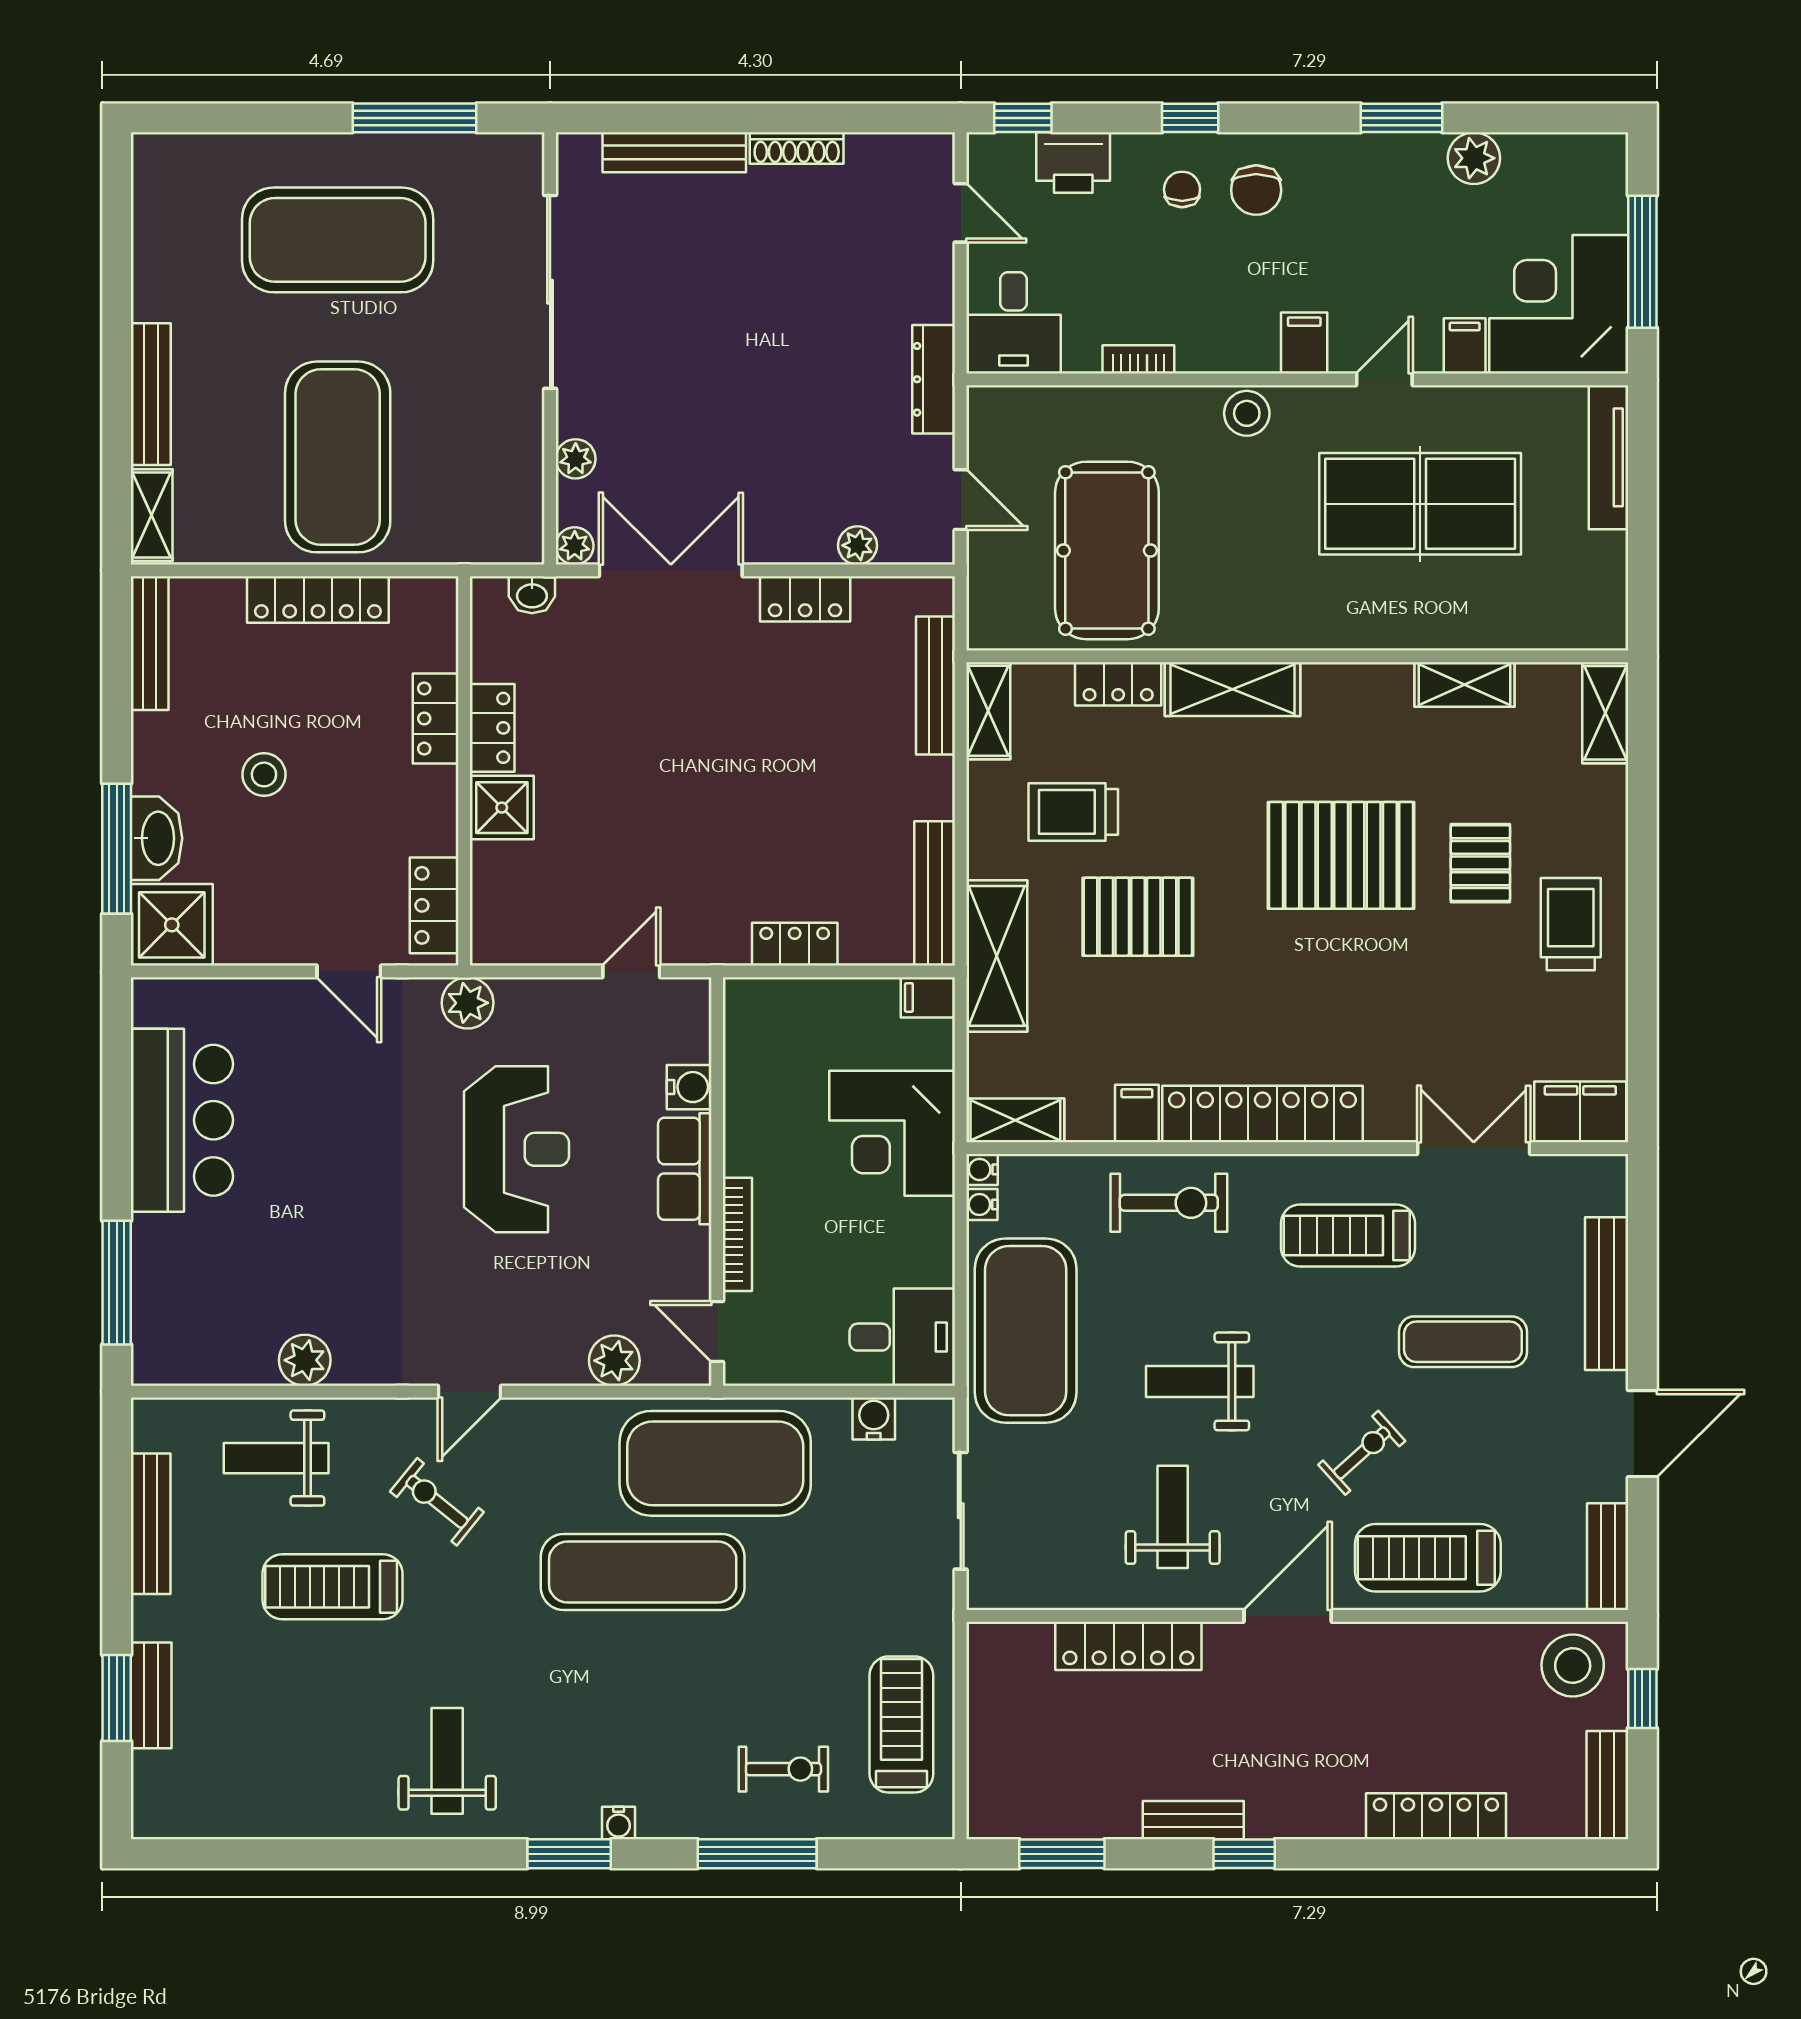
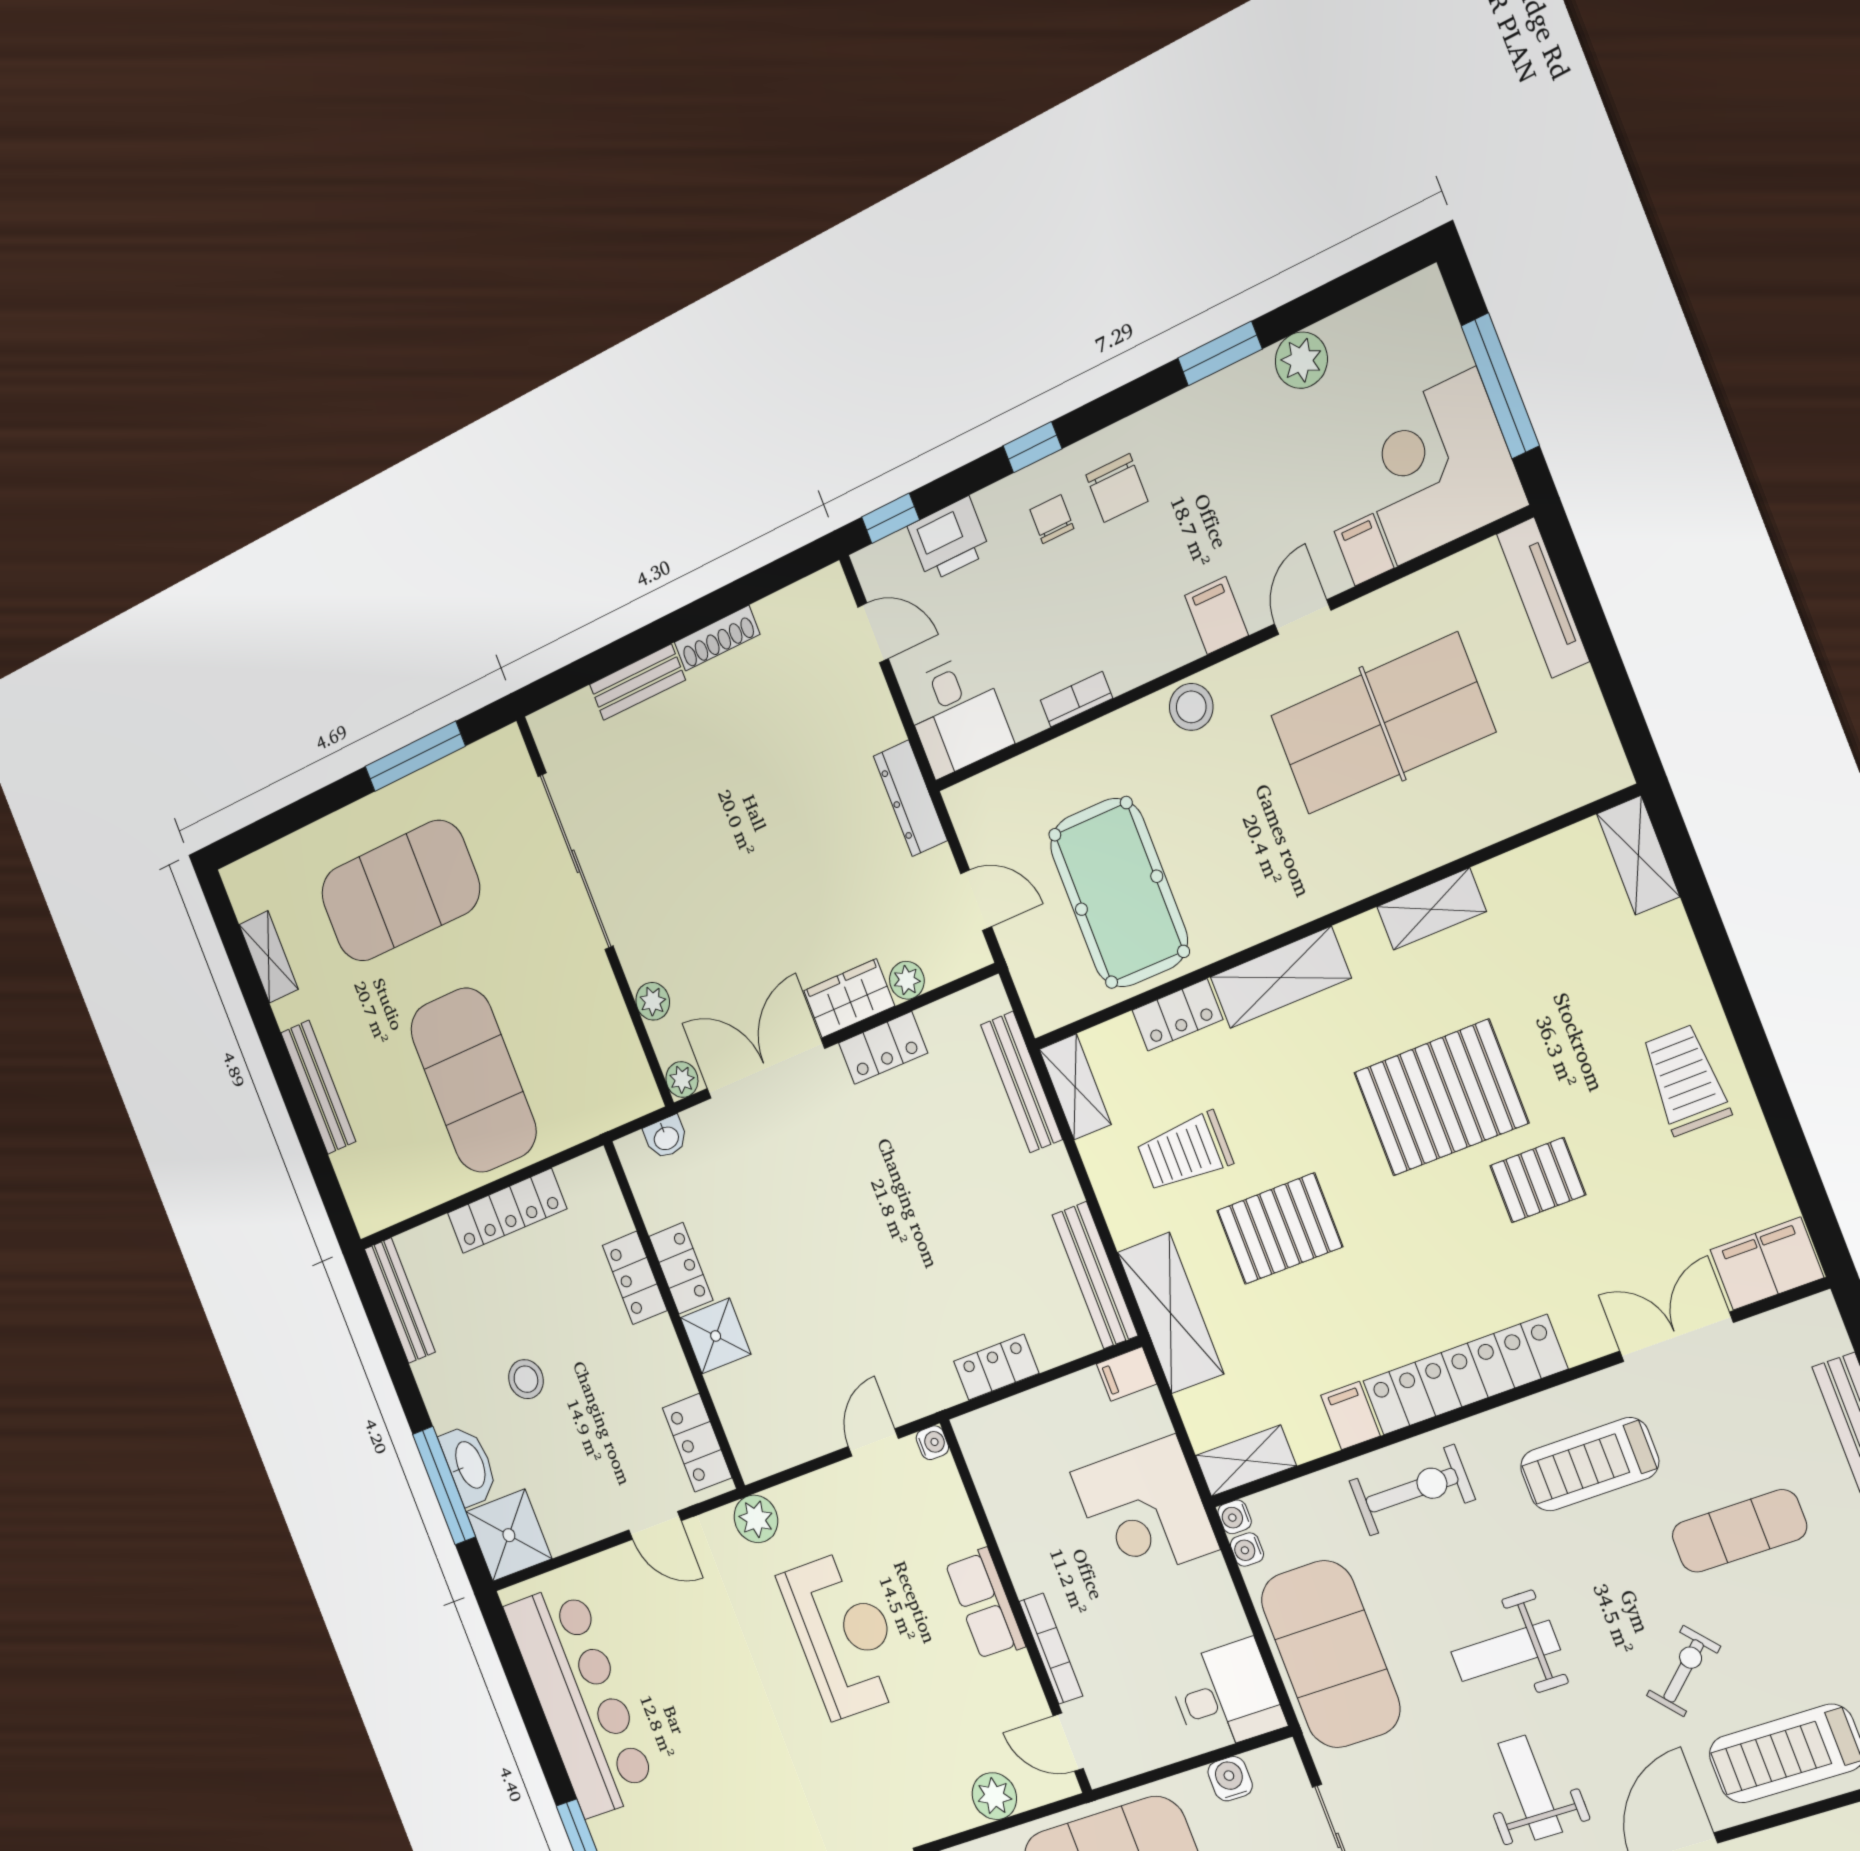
bench: (674, 152) -> (637, 682), width x0.73
shelving: (152, 515) -> (269, 957), moved
wardrobe: (789, 539) -> (849, 998), added
shelving: (1465, 685) -> (1431, 909), moved
pallet: (1480, 863) -> (1538, 1180), moved, turned 90
water cooler: (689, 1087) -> (932, 1443), moved, width x0.72, depth x0.72
bar counter: (182, 1120) -> (581, 1700), width x1.36

